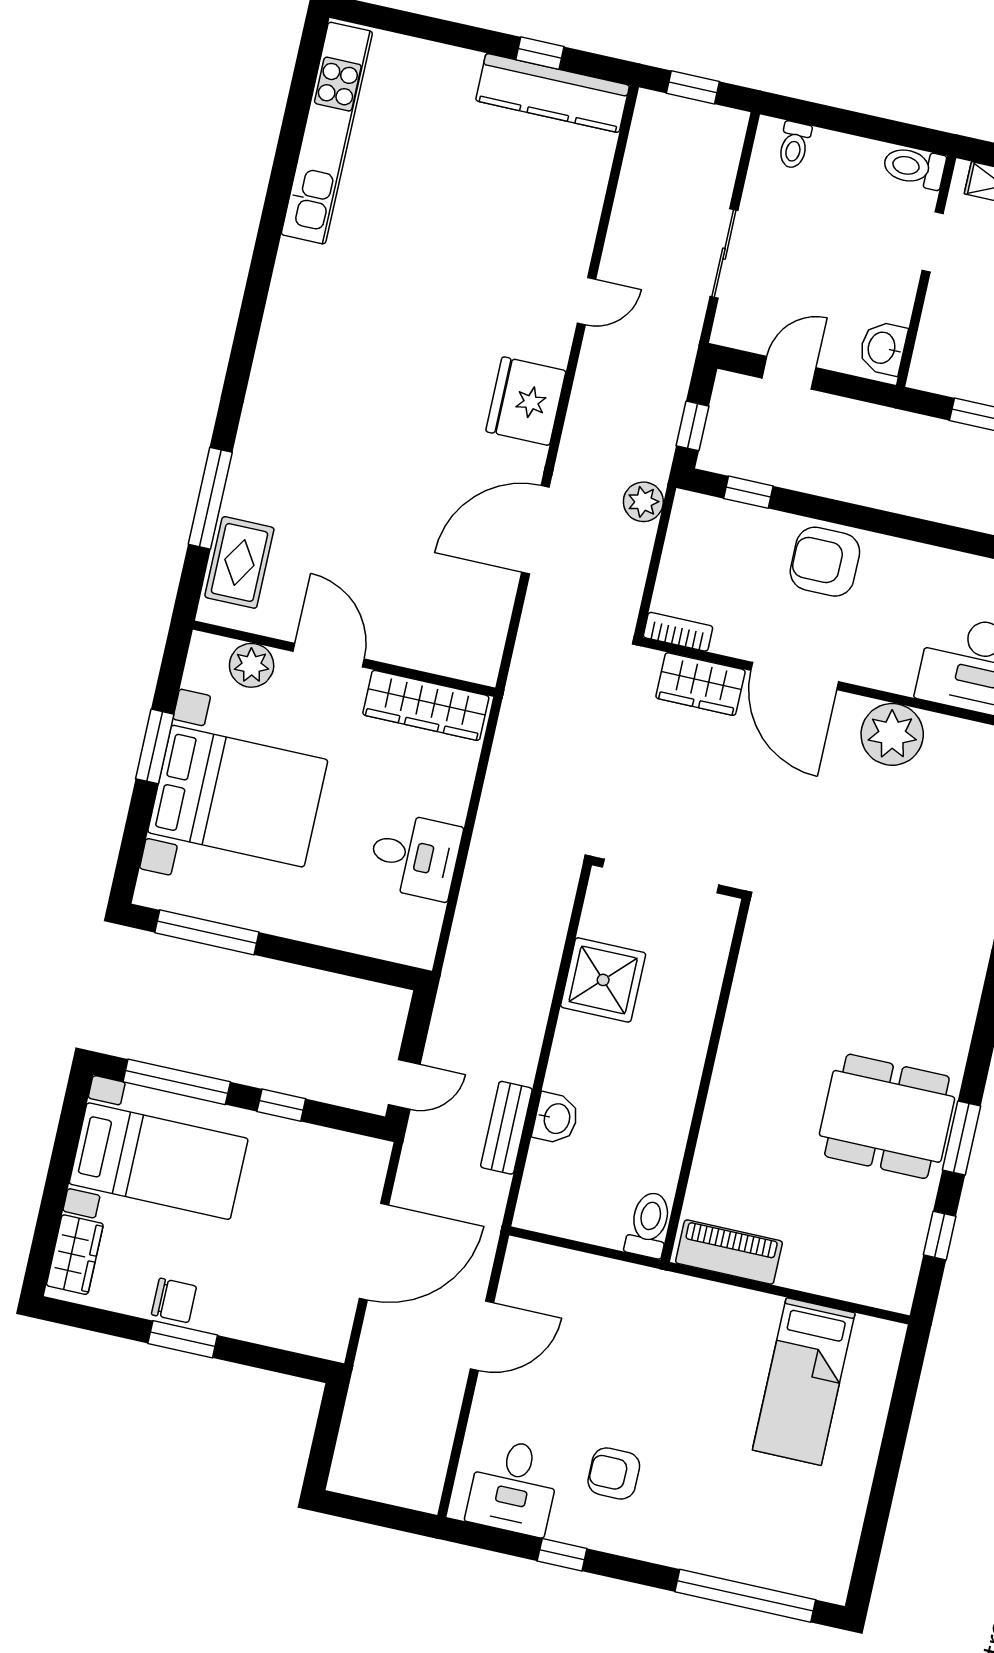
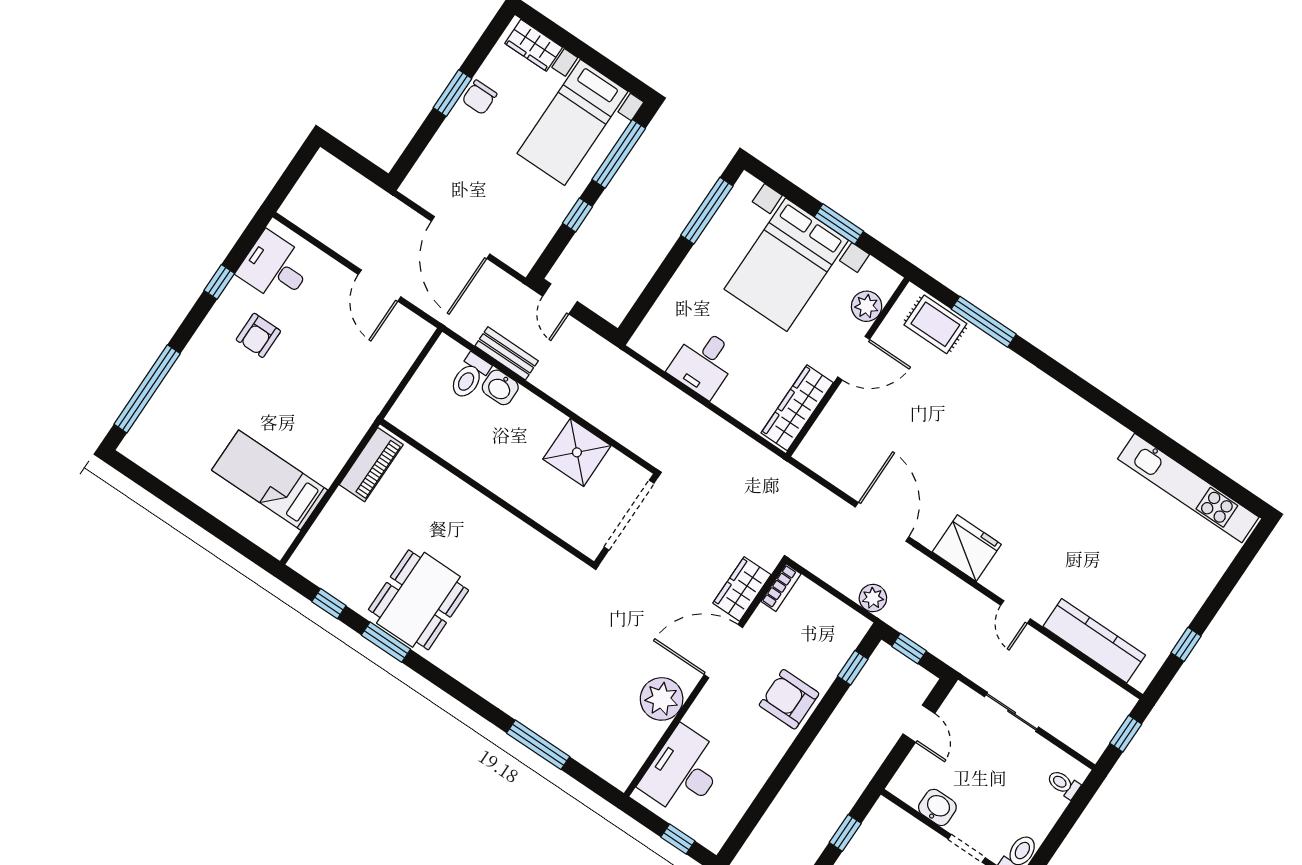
kitchen counter: (553, 93) -> (1094, 641), moved, turned 90
washbasin: (883, 348) -> (937, 807), moved
armchair: (825, 562) -> (789, 699), turned -90
toilet: (649, 1225) -> (469, 376), moved, turned 90
armchair: (614, 1473) -> (258, 335), turned 180

